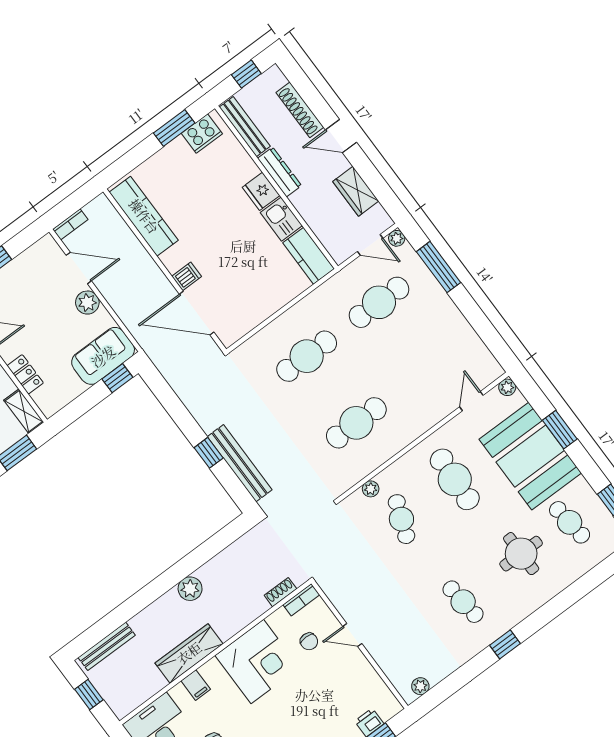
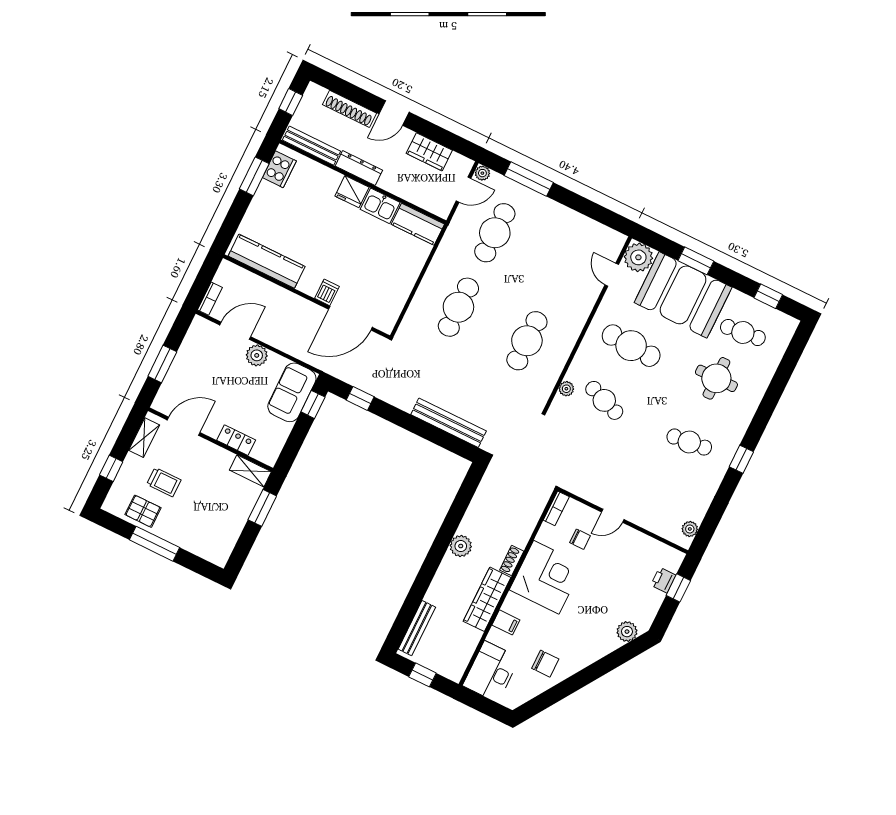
plant: (507, 387) -> (638, 257), width x1.88, depth x1.88
window: (209, 453) -> (360, 398), moved
shoe rack: (280, 592) -> (512, 561), moved

